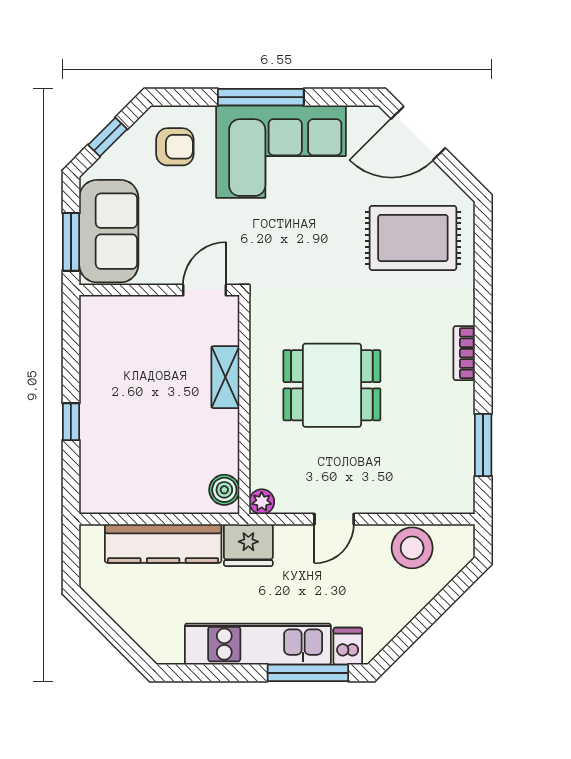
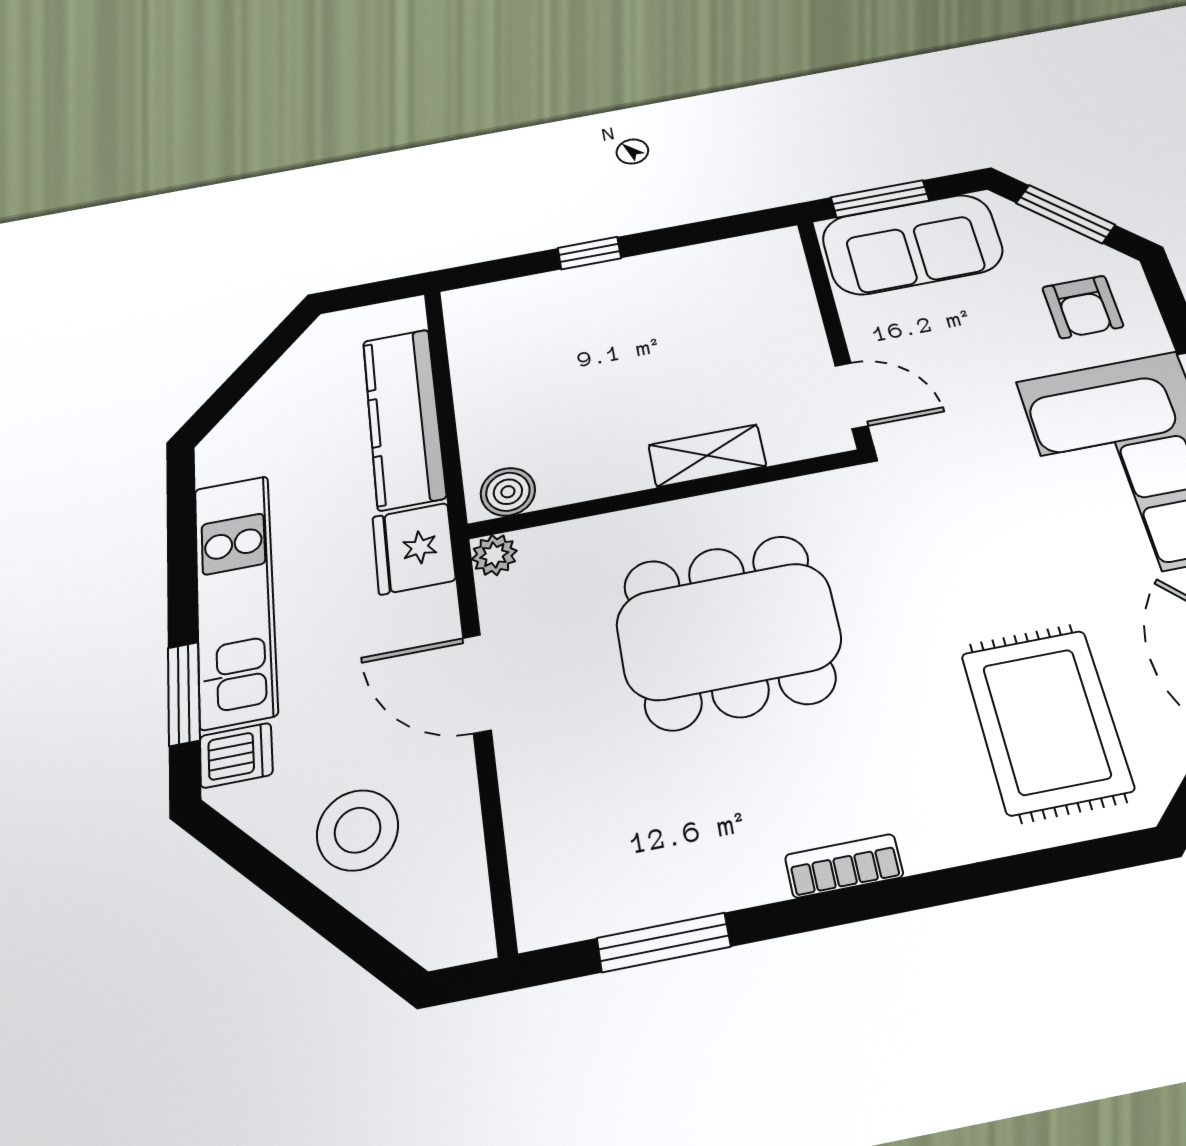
window: (108, 137) -> (1065, 214), width x1.50
dining table: (332, 385) -> (728, 631), width x1.38
door: (334, 519) -> (477, 684), width x1.37
stool: (412, 548) -> (358, 830), moved
window: (308, 673) -> (184, 694), width x0.69

